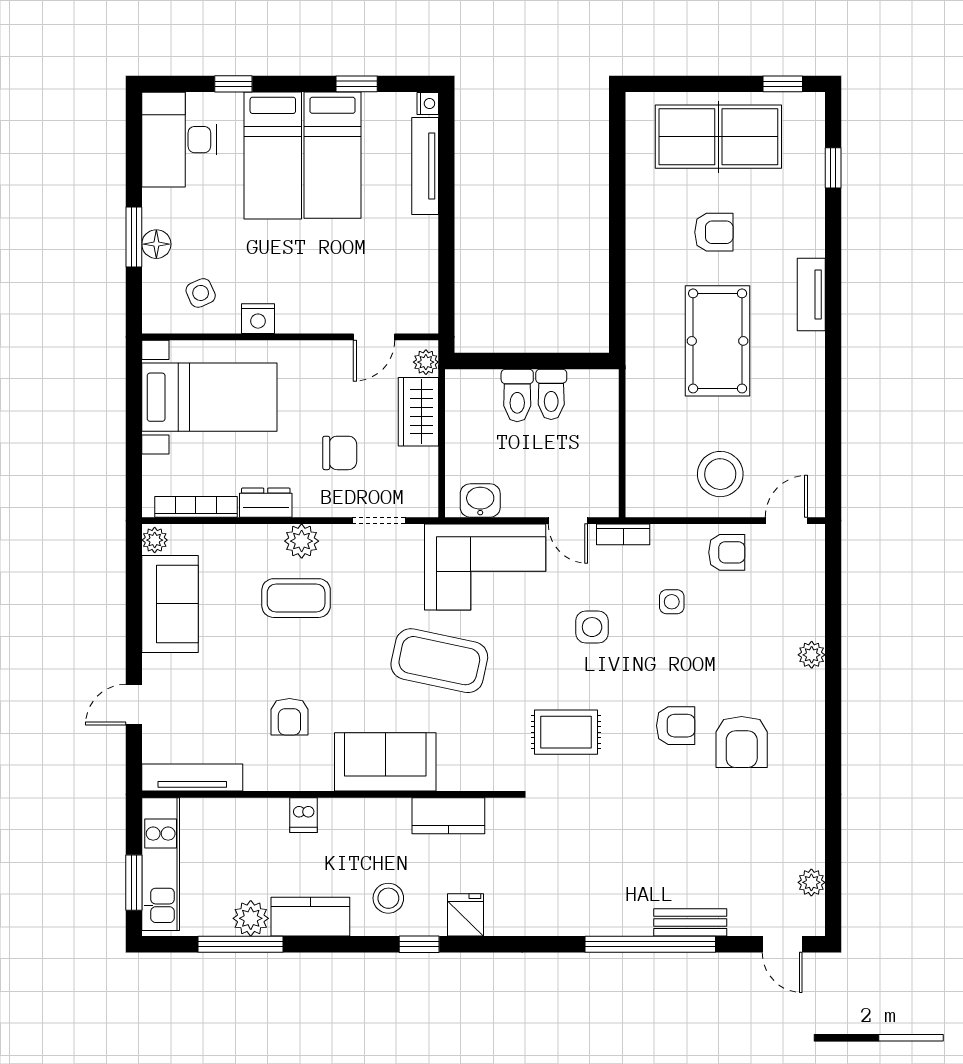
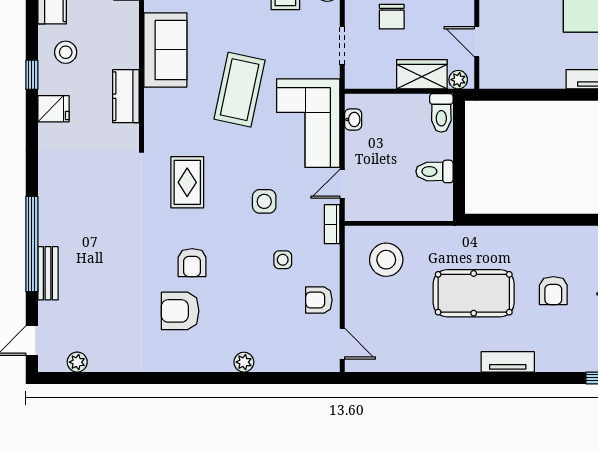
toilet: (517, 395) -> (441, 113), moved, turned -90
stool: (720, 474) -> (386, 260), moved
washbasin: (480, 500) -> (353, 120), width x0.72, depth x0.69
armchair: (727, 552) -> (319, 300), turned 90

